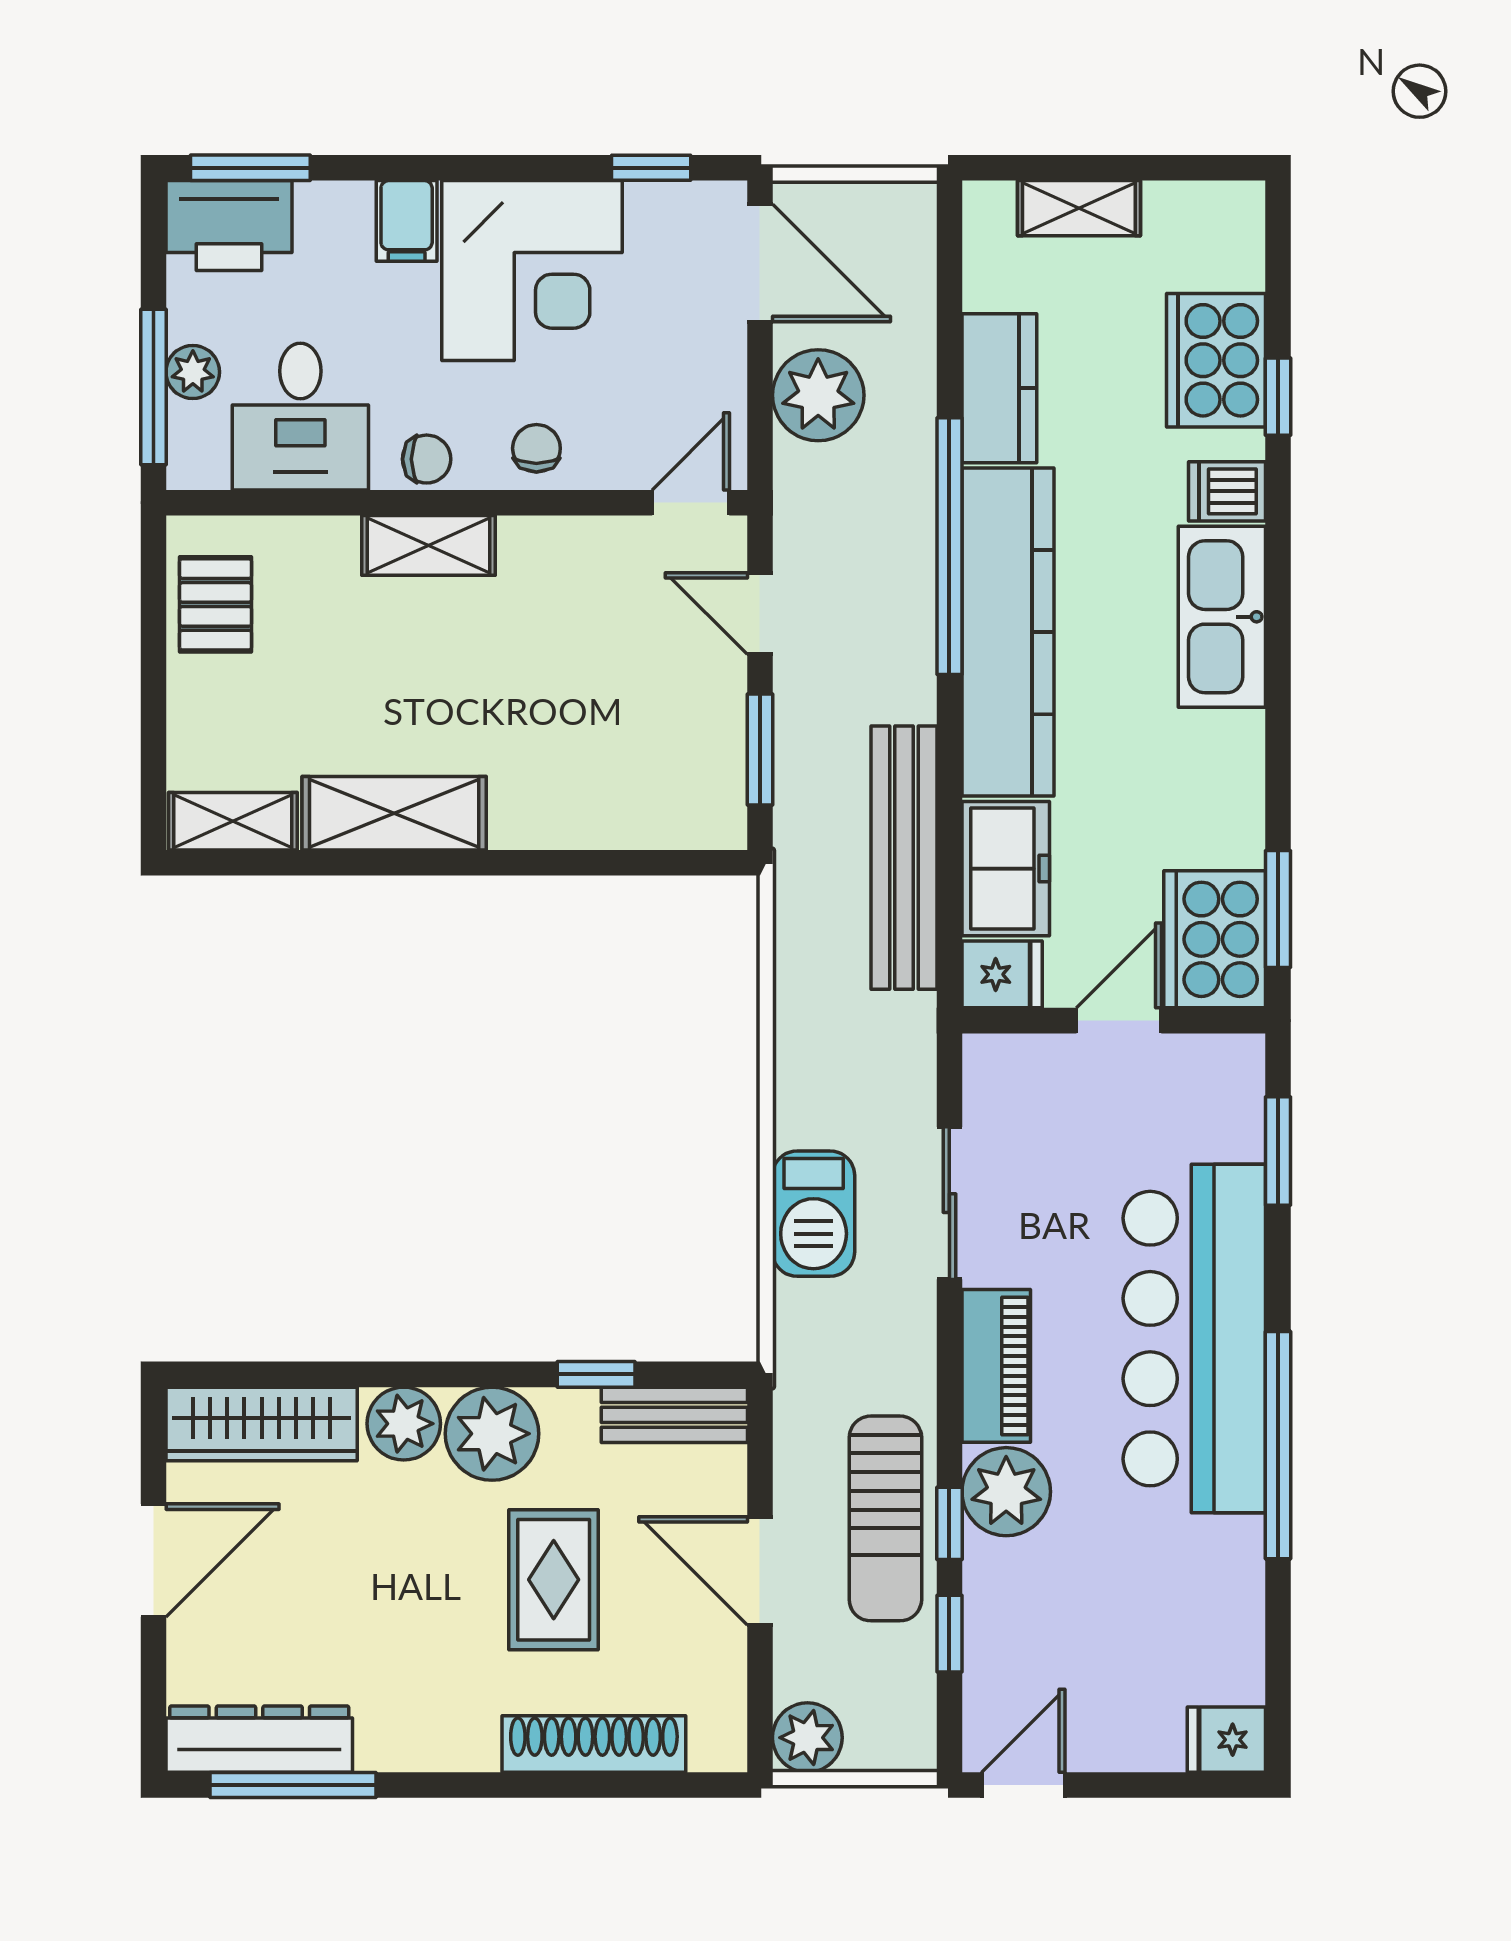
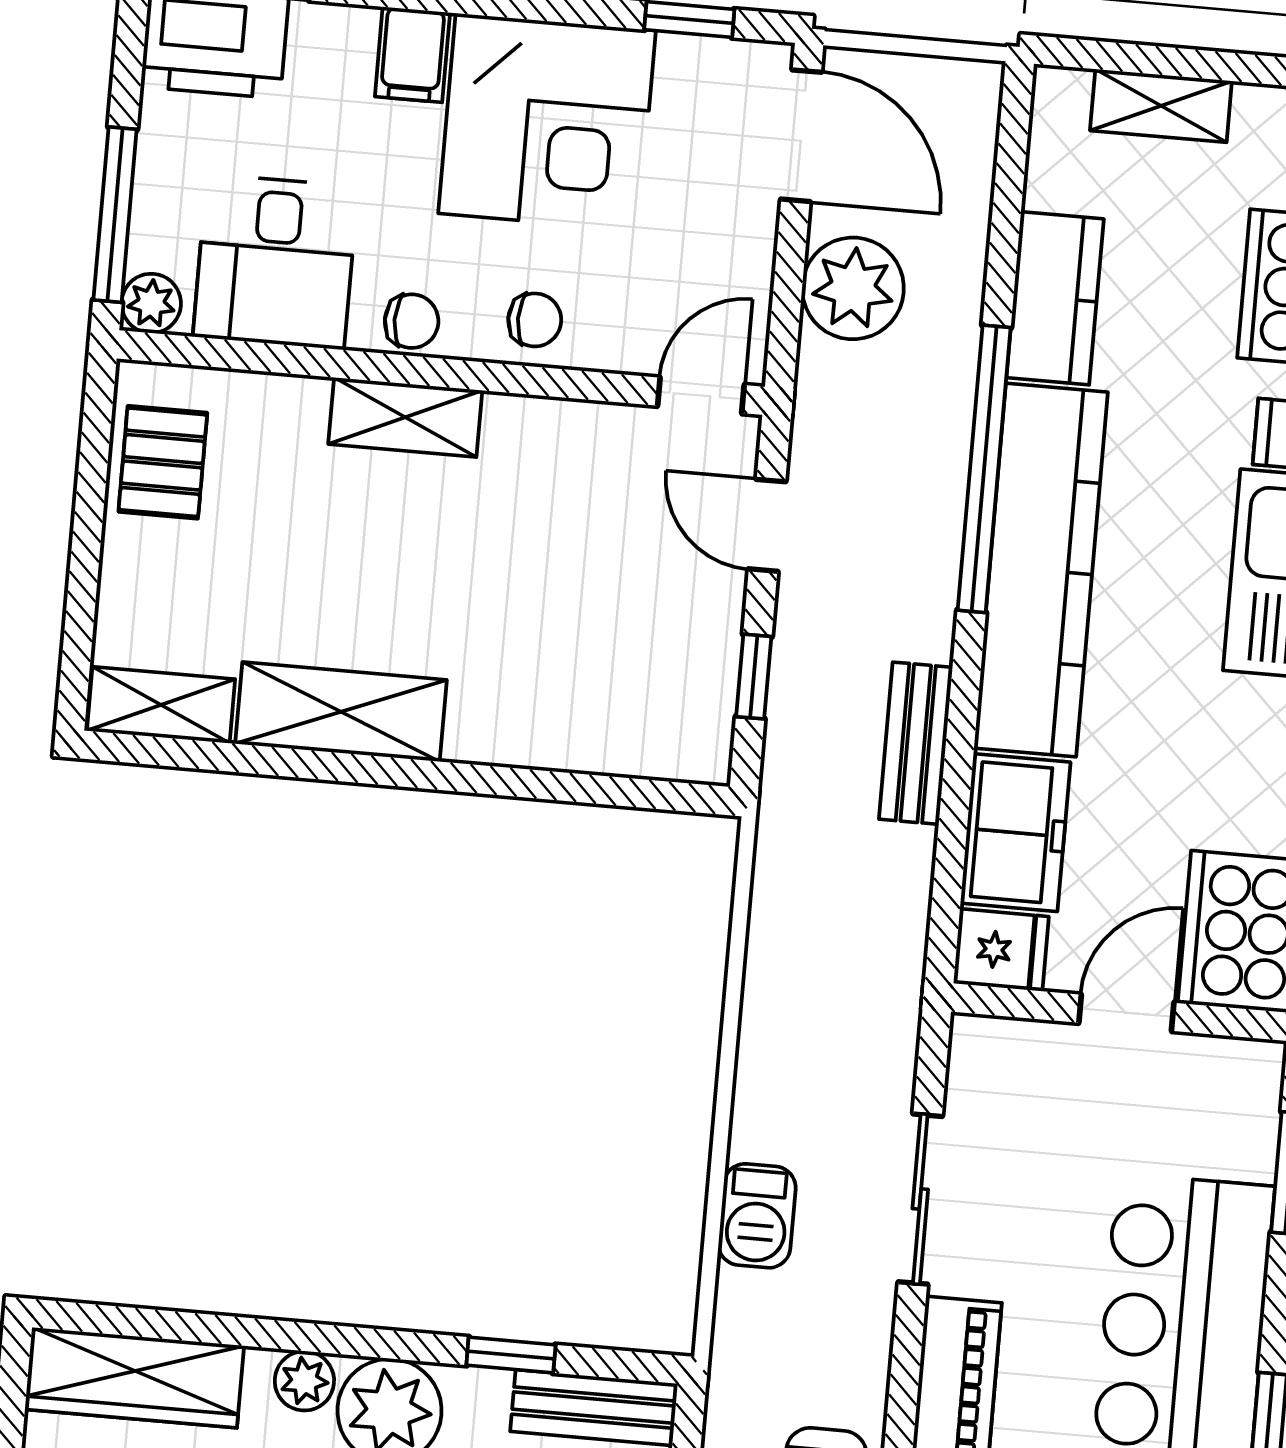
plant: (193, 372) -> (151, 303), moved
chair: (536, 448) -> (535, 320), turned 90
window: (760, 750) -> (754, 677), width x0.67
bench: (904, 858) -> (916, 743), width x0.54, depth x0.82
barbecue: (814, 1214) -> (757, 1216), width x0.73, depth x0.79
plant: (404, 1424) -> (304, 1381), width x0.73, depth x0.73

